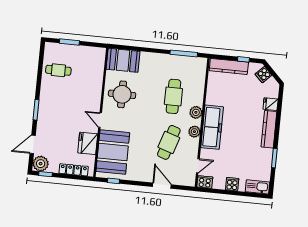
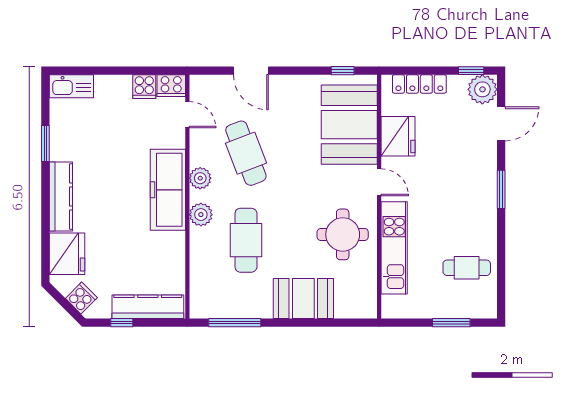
booth: (123, 60) -> (303, 298), moved
kitchen unit: (96, 85) -> (394, 248), added
fridge: (271, 104) -> (67, 254), width x1.88, depth x1.34
cafe table: (169, 142) -> (246, 153), turned -39
door: (198, 166) -> (187, 115), swing flipped
cooker: (232, 184) -> (144, 87), moved

